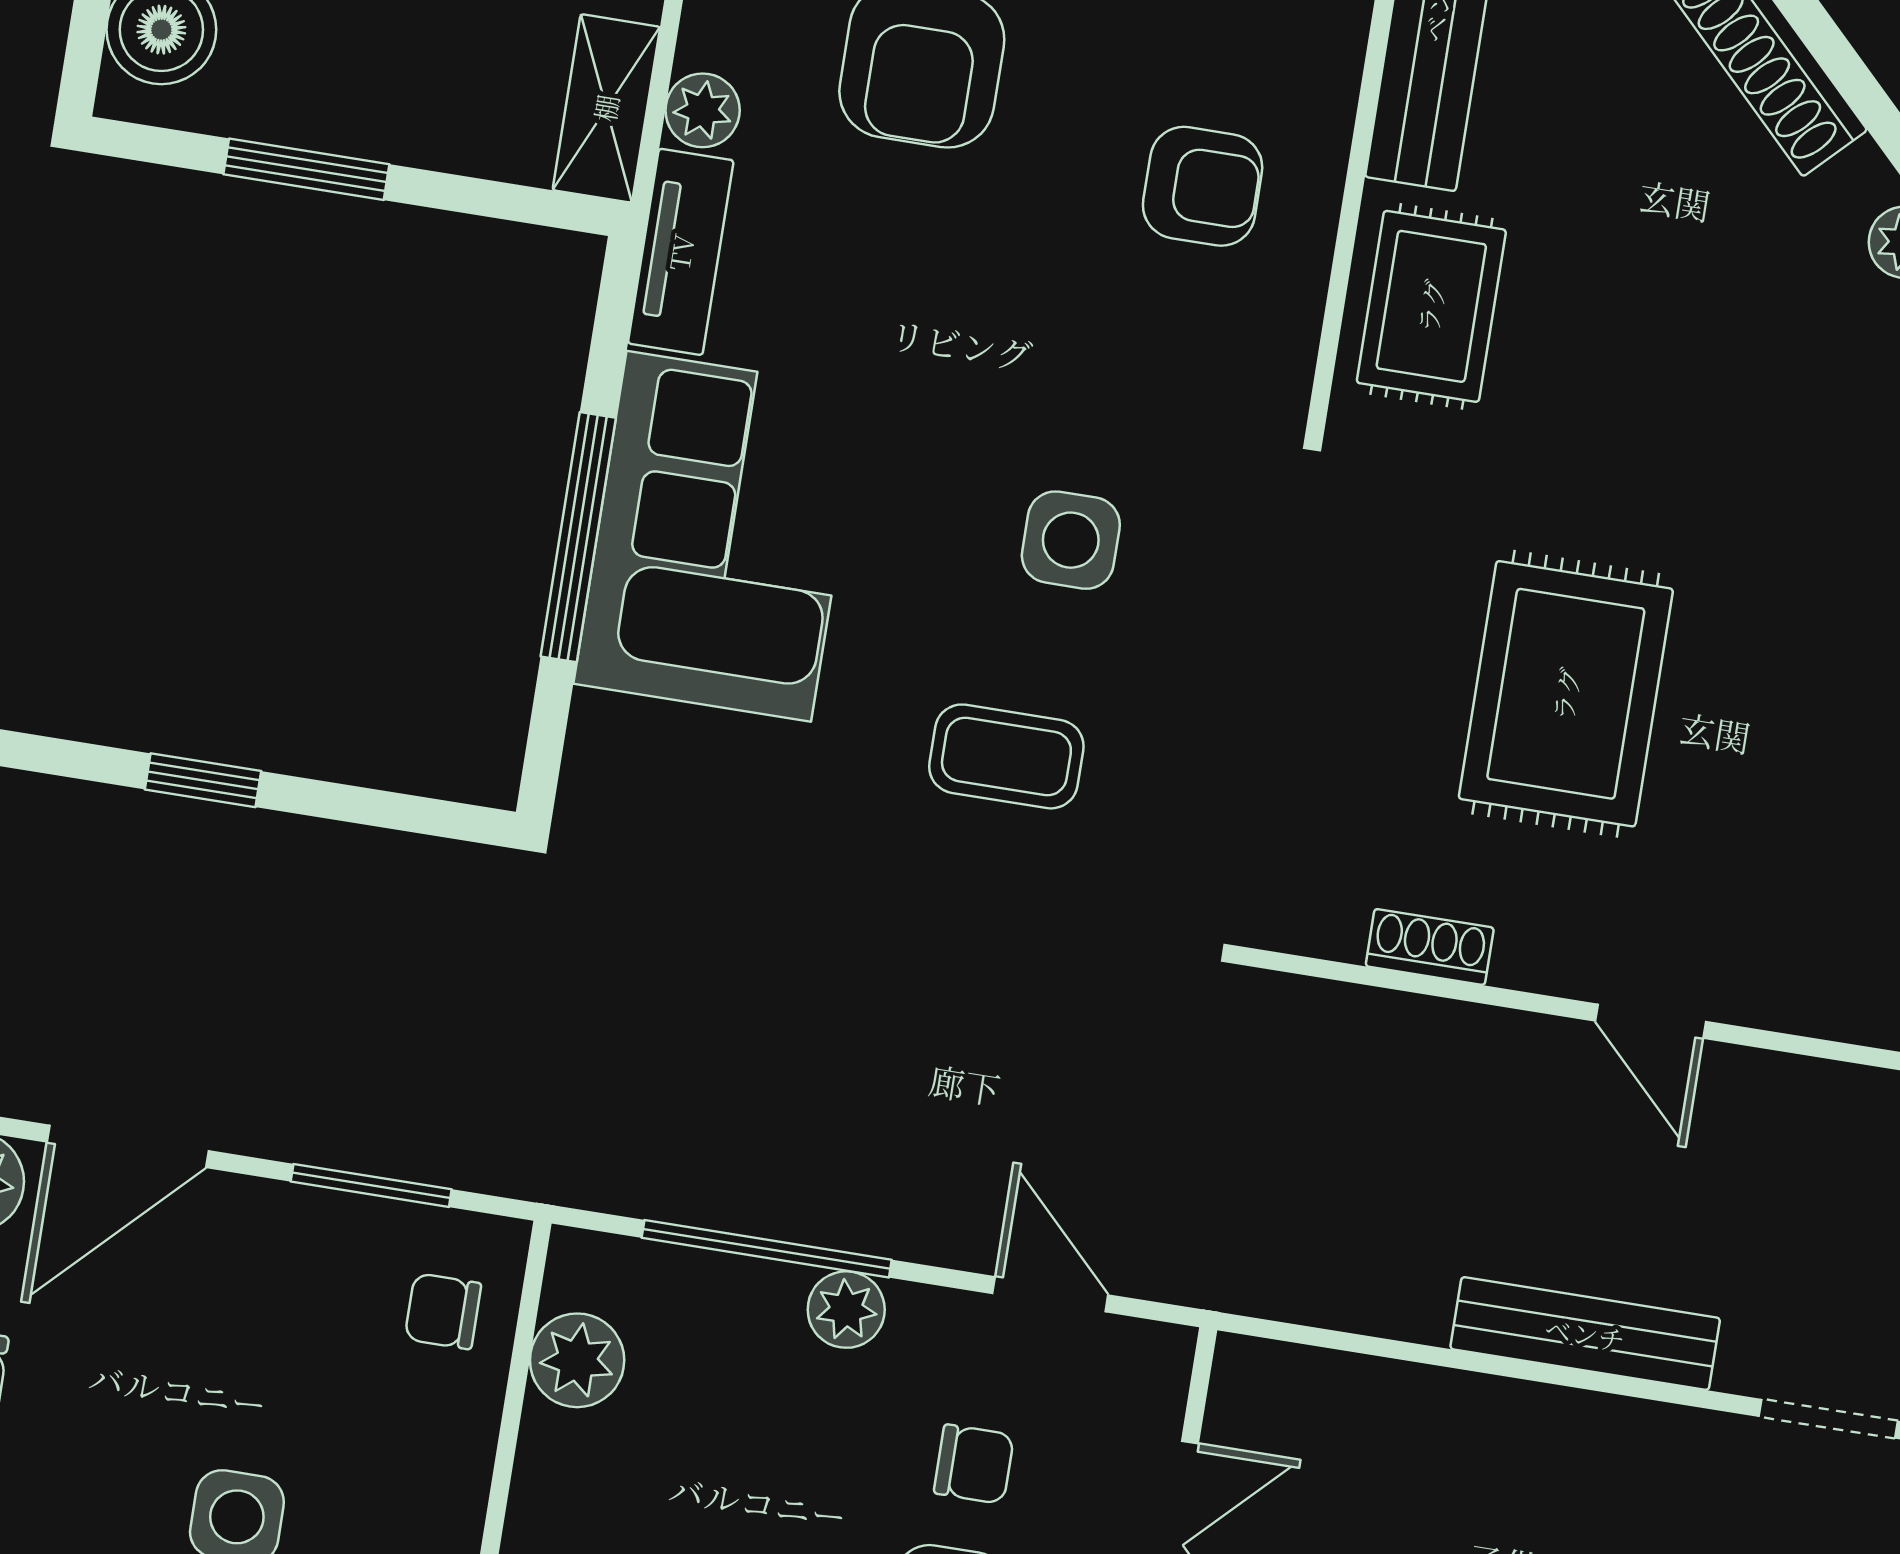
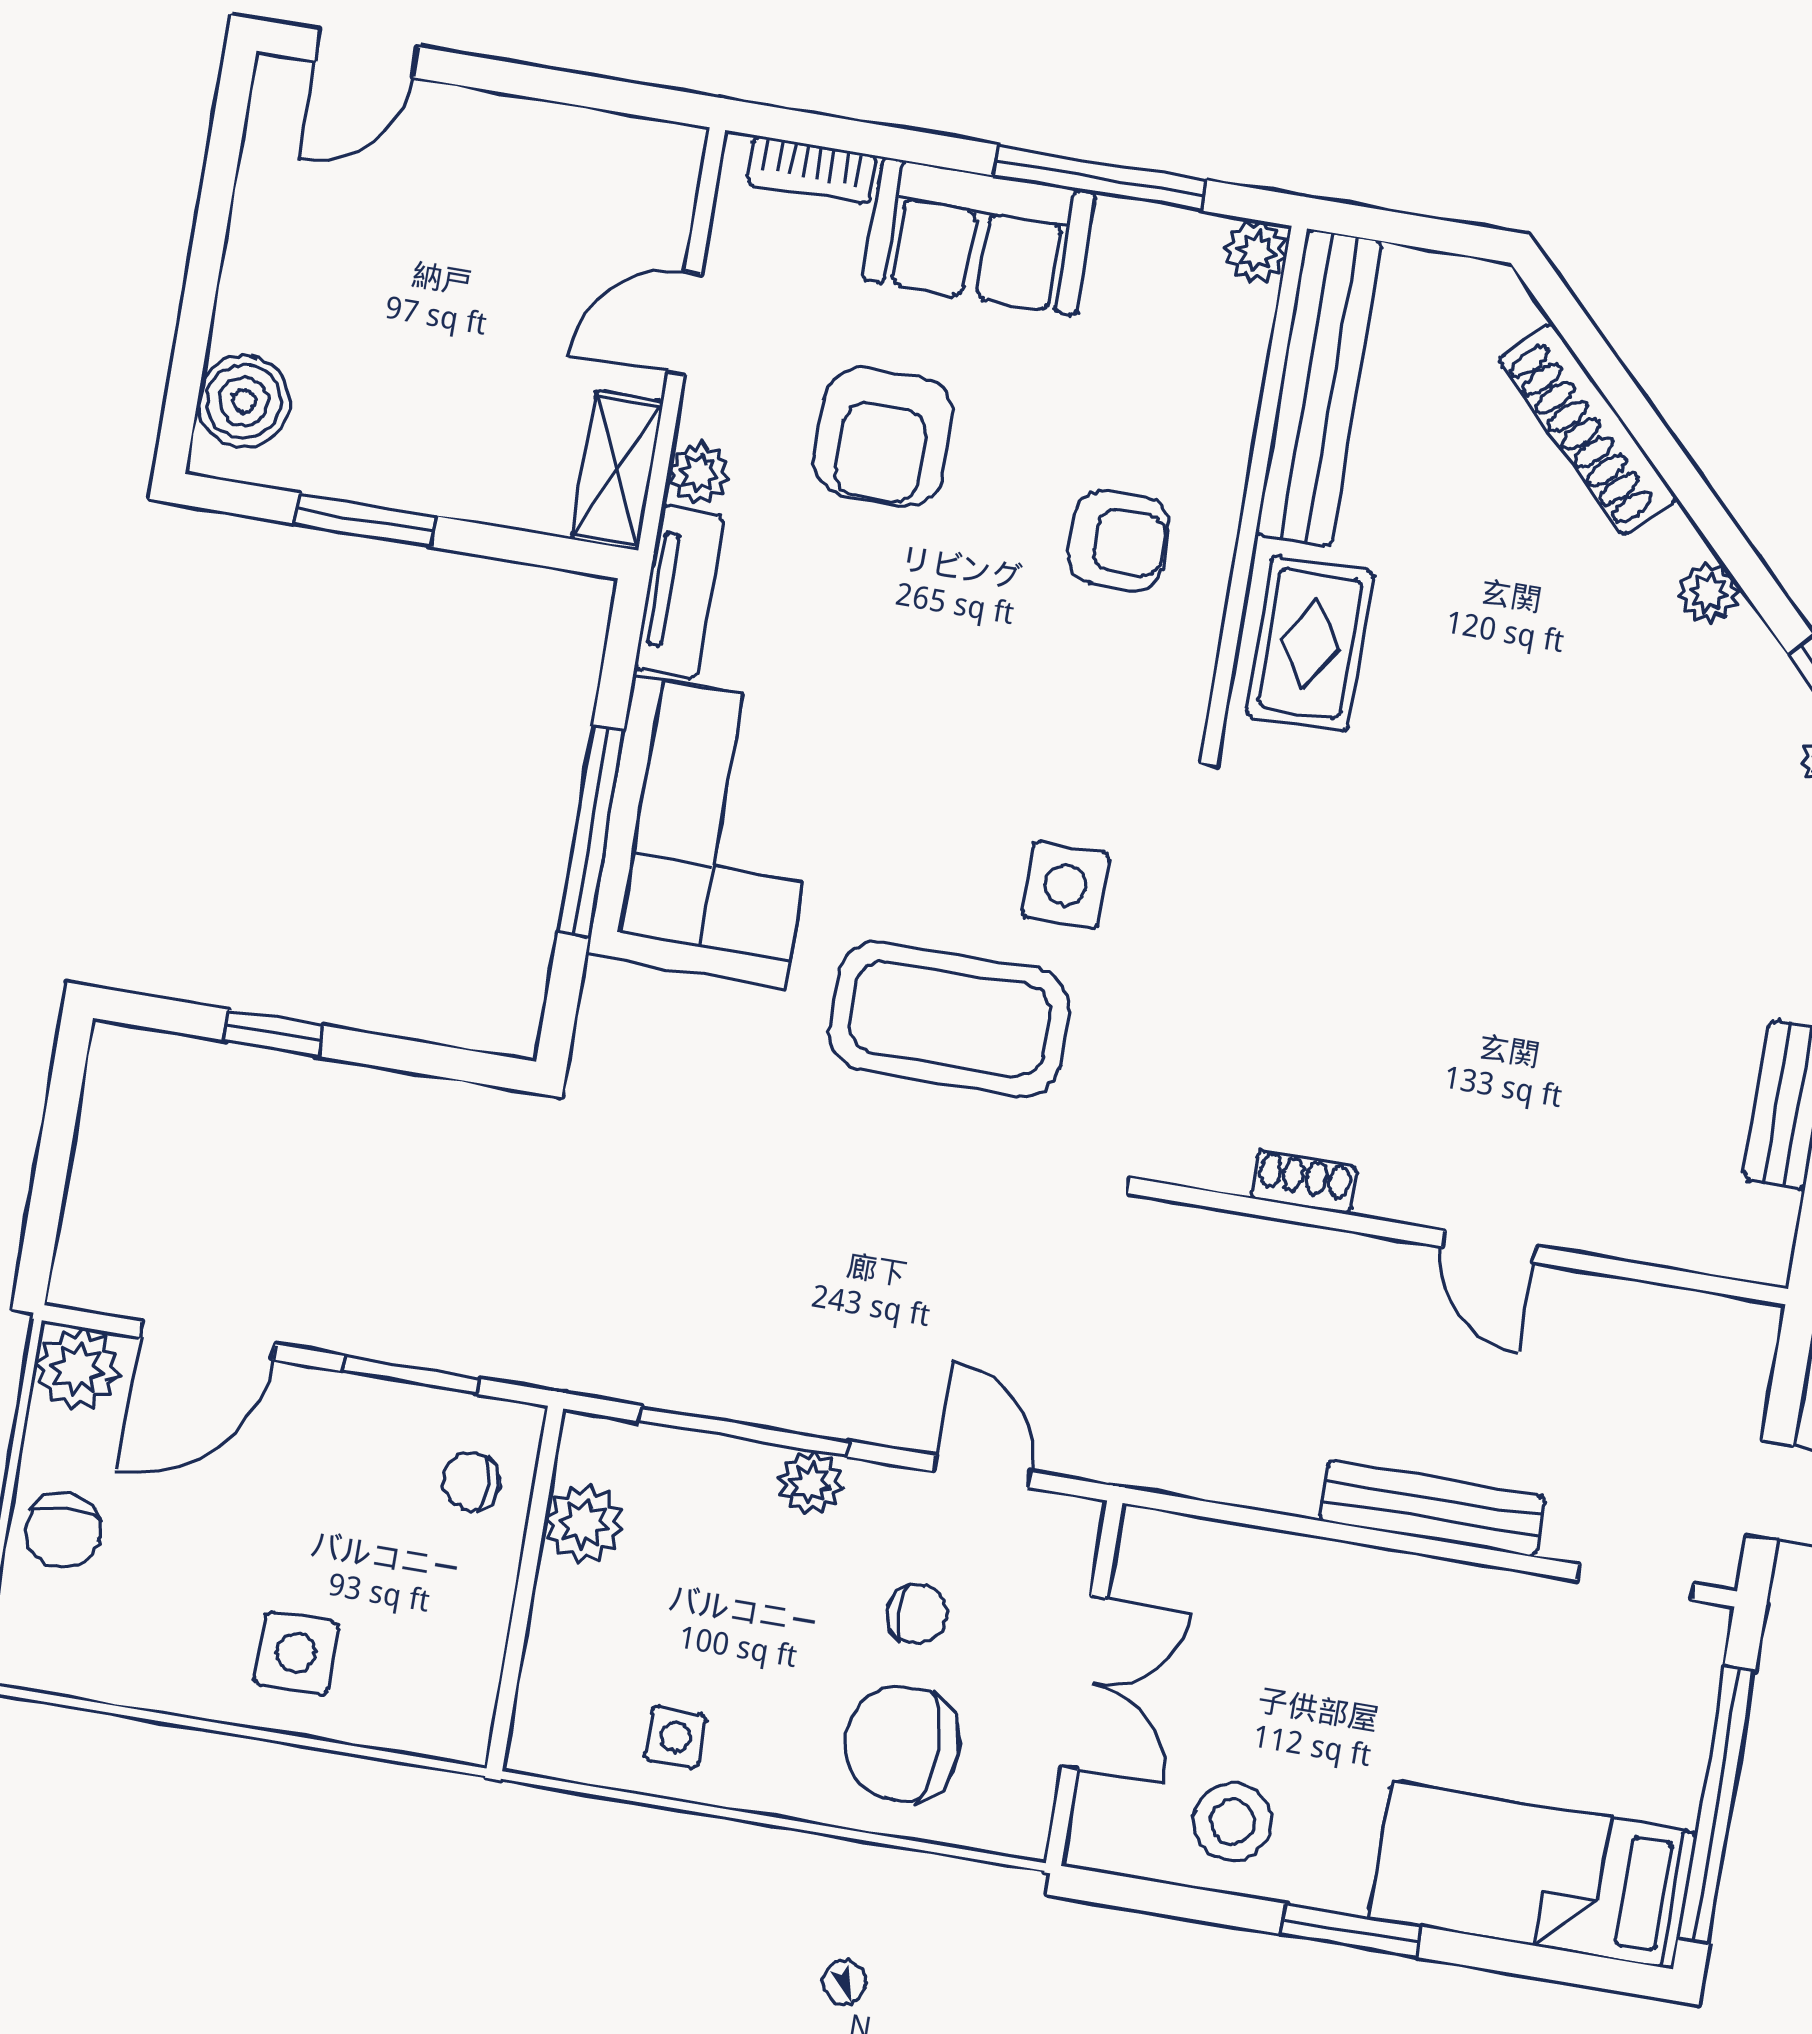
side table: (1071, 540) -> (1065, 885), moved
rug: (1566, 694) -> (1420, 970), removed
coffee table: (1006, 756) -> (949, 1019), width x1.86, depth x1.72

